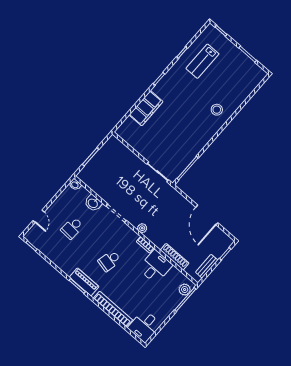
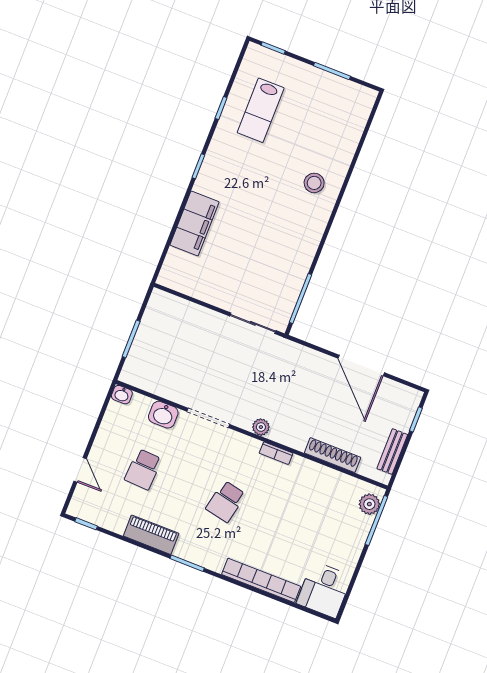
desk: (155, 267) -> (306, 484), removed
piano: (84, 282) -> (151, 535), moved

